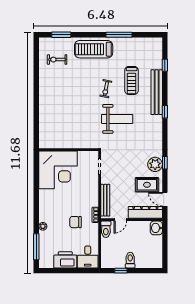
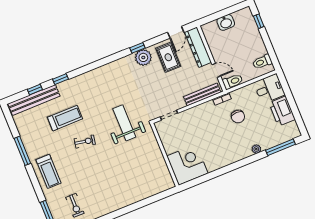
treadmill: (94, 49) -> (48, 171), width x0.73, depth x0.73
bench: (157, 92) -> (34, 100), moved
window: (165, 112) -> (61, 79), moved
weight bench: (117, 119) -> (124, 123), moved
corner desk: (58, 170) -> (187, 165), width x0.74, depth x0.74
washbasin: (156, 228) -> (226, 22), moved
toilet: (130, 260) -> (262, 62), moved
window: (121, 271) -> (259, 21), moved

